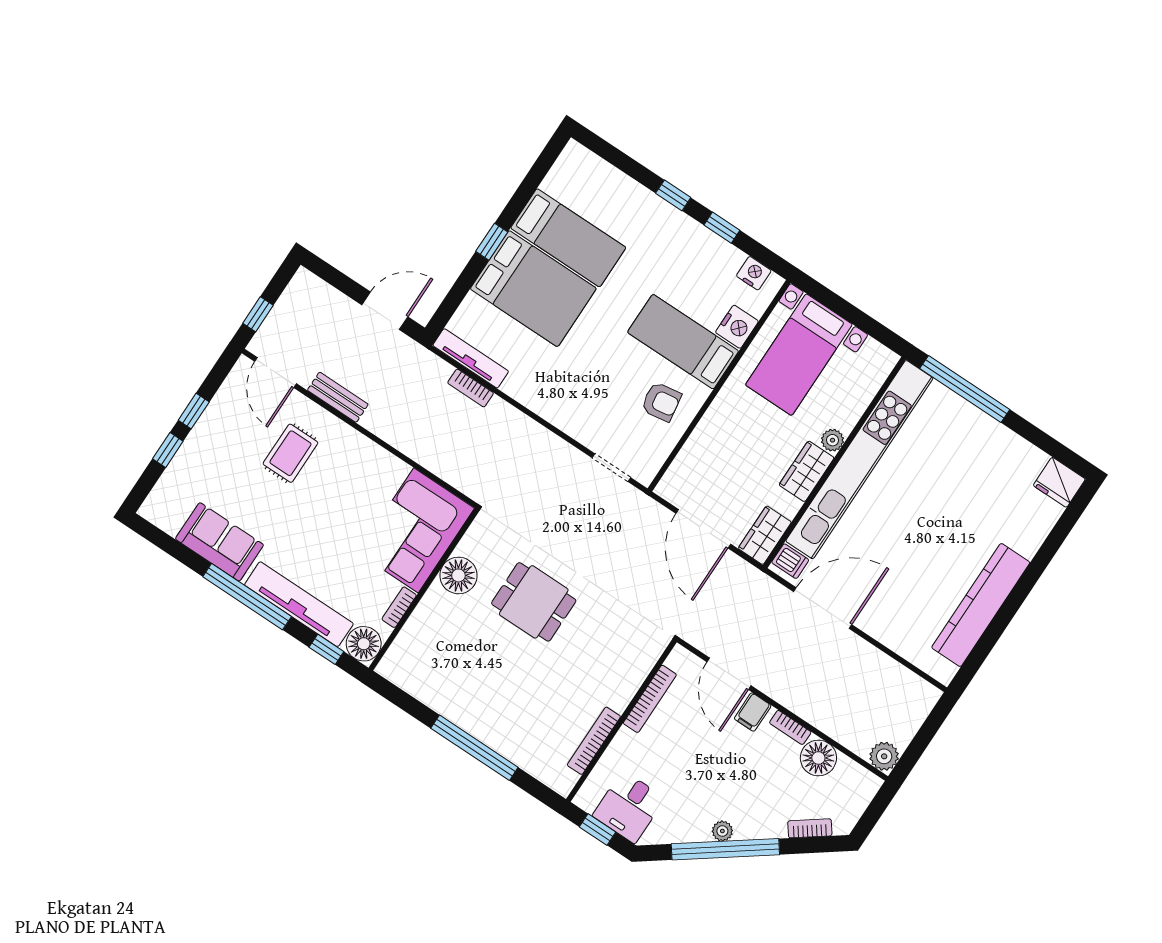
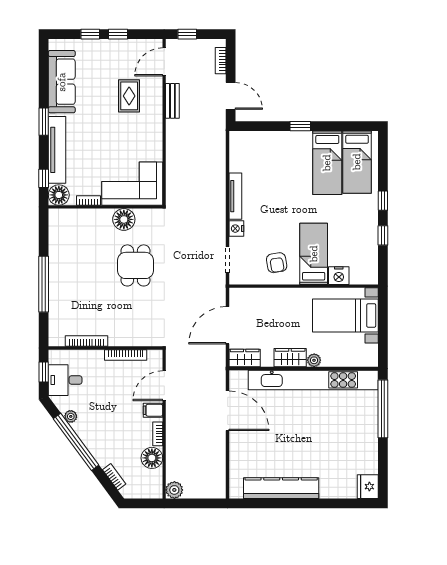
nightstand: (754, 273) -> (236, 229), moved, turned 180
bed: (533, 289) -> (357, 162), moved, width x0.67
tv unit: (471, 358) -> (235, 196), moved
bookcase: (471, 388) -> (221, 61), moved
rug: (290, 453) -> (129, 96), turned 90
sofa: (219, 542) -> (62, 82), width x1.36
dishwasher: (790, 561) -> (240, 379), removed
window: (247, 597) -> (44, 122), width x0.47
plant: (722, 831) -> (71, 416), moved

